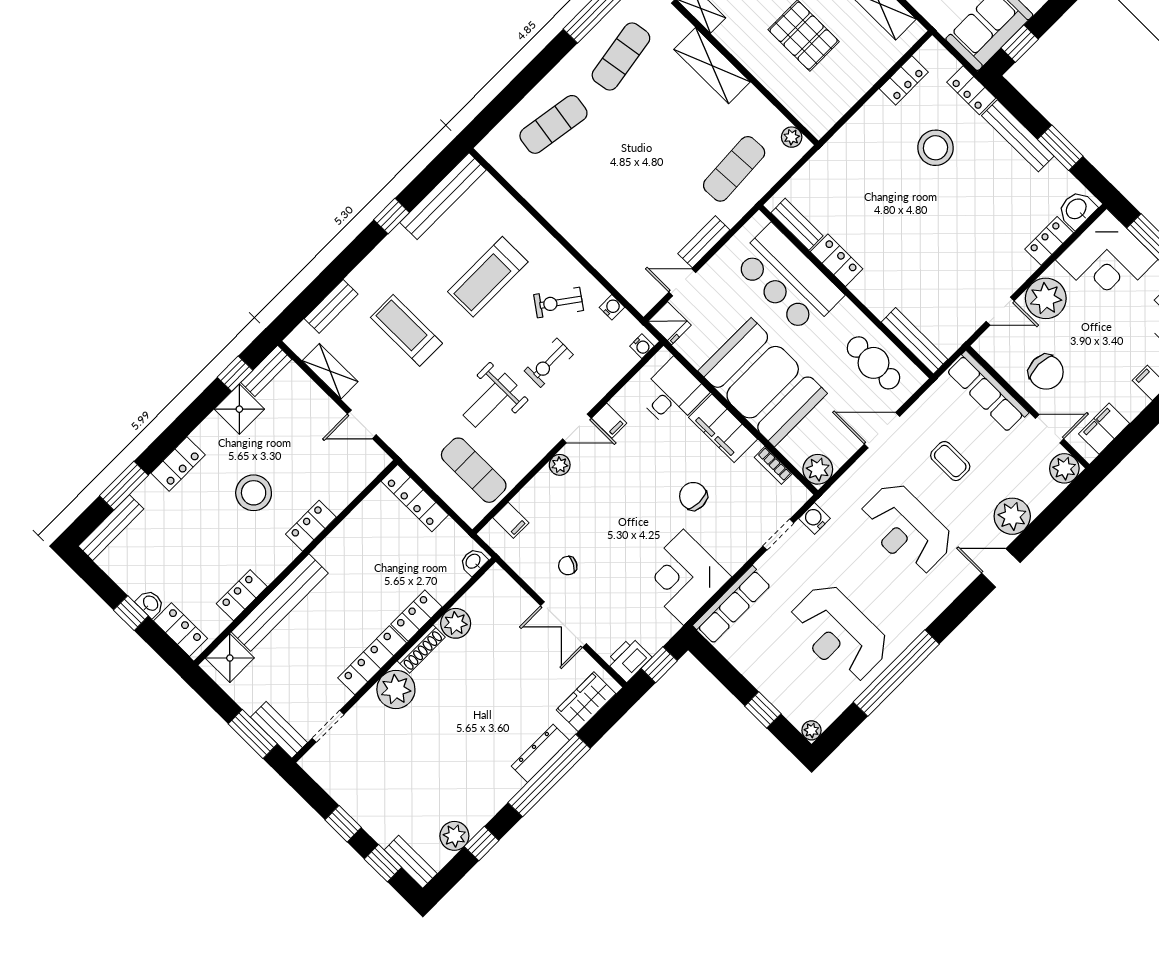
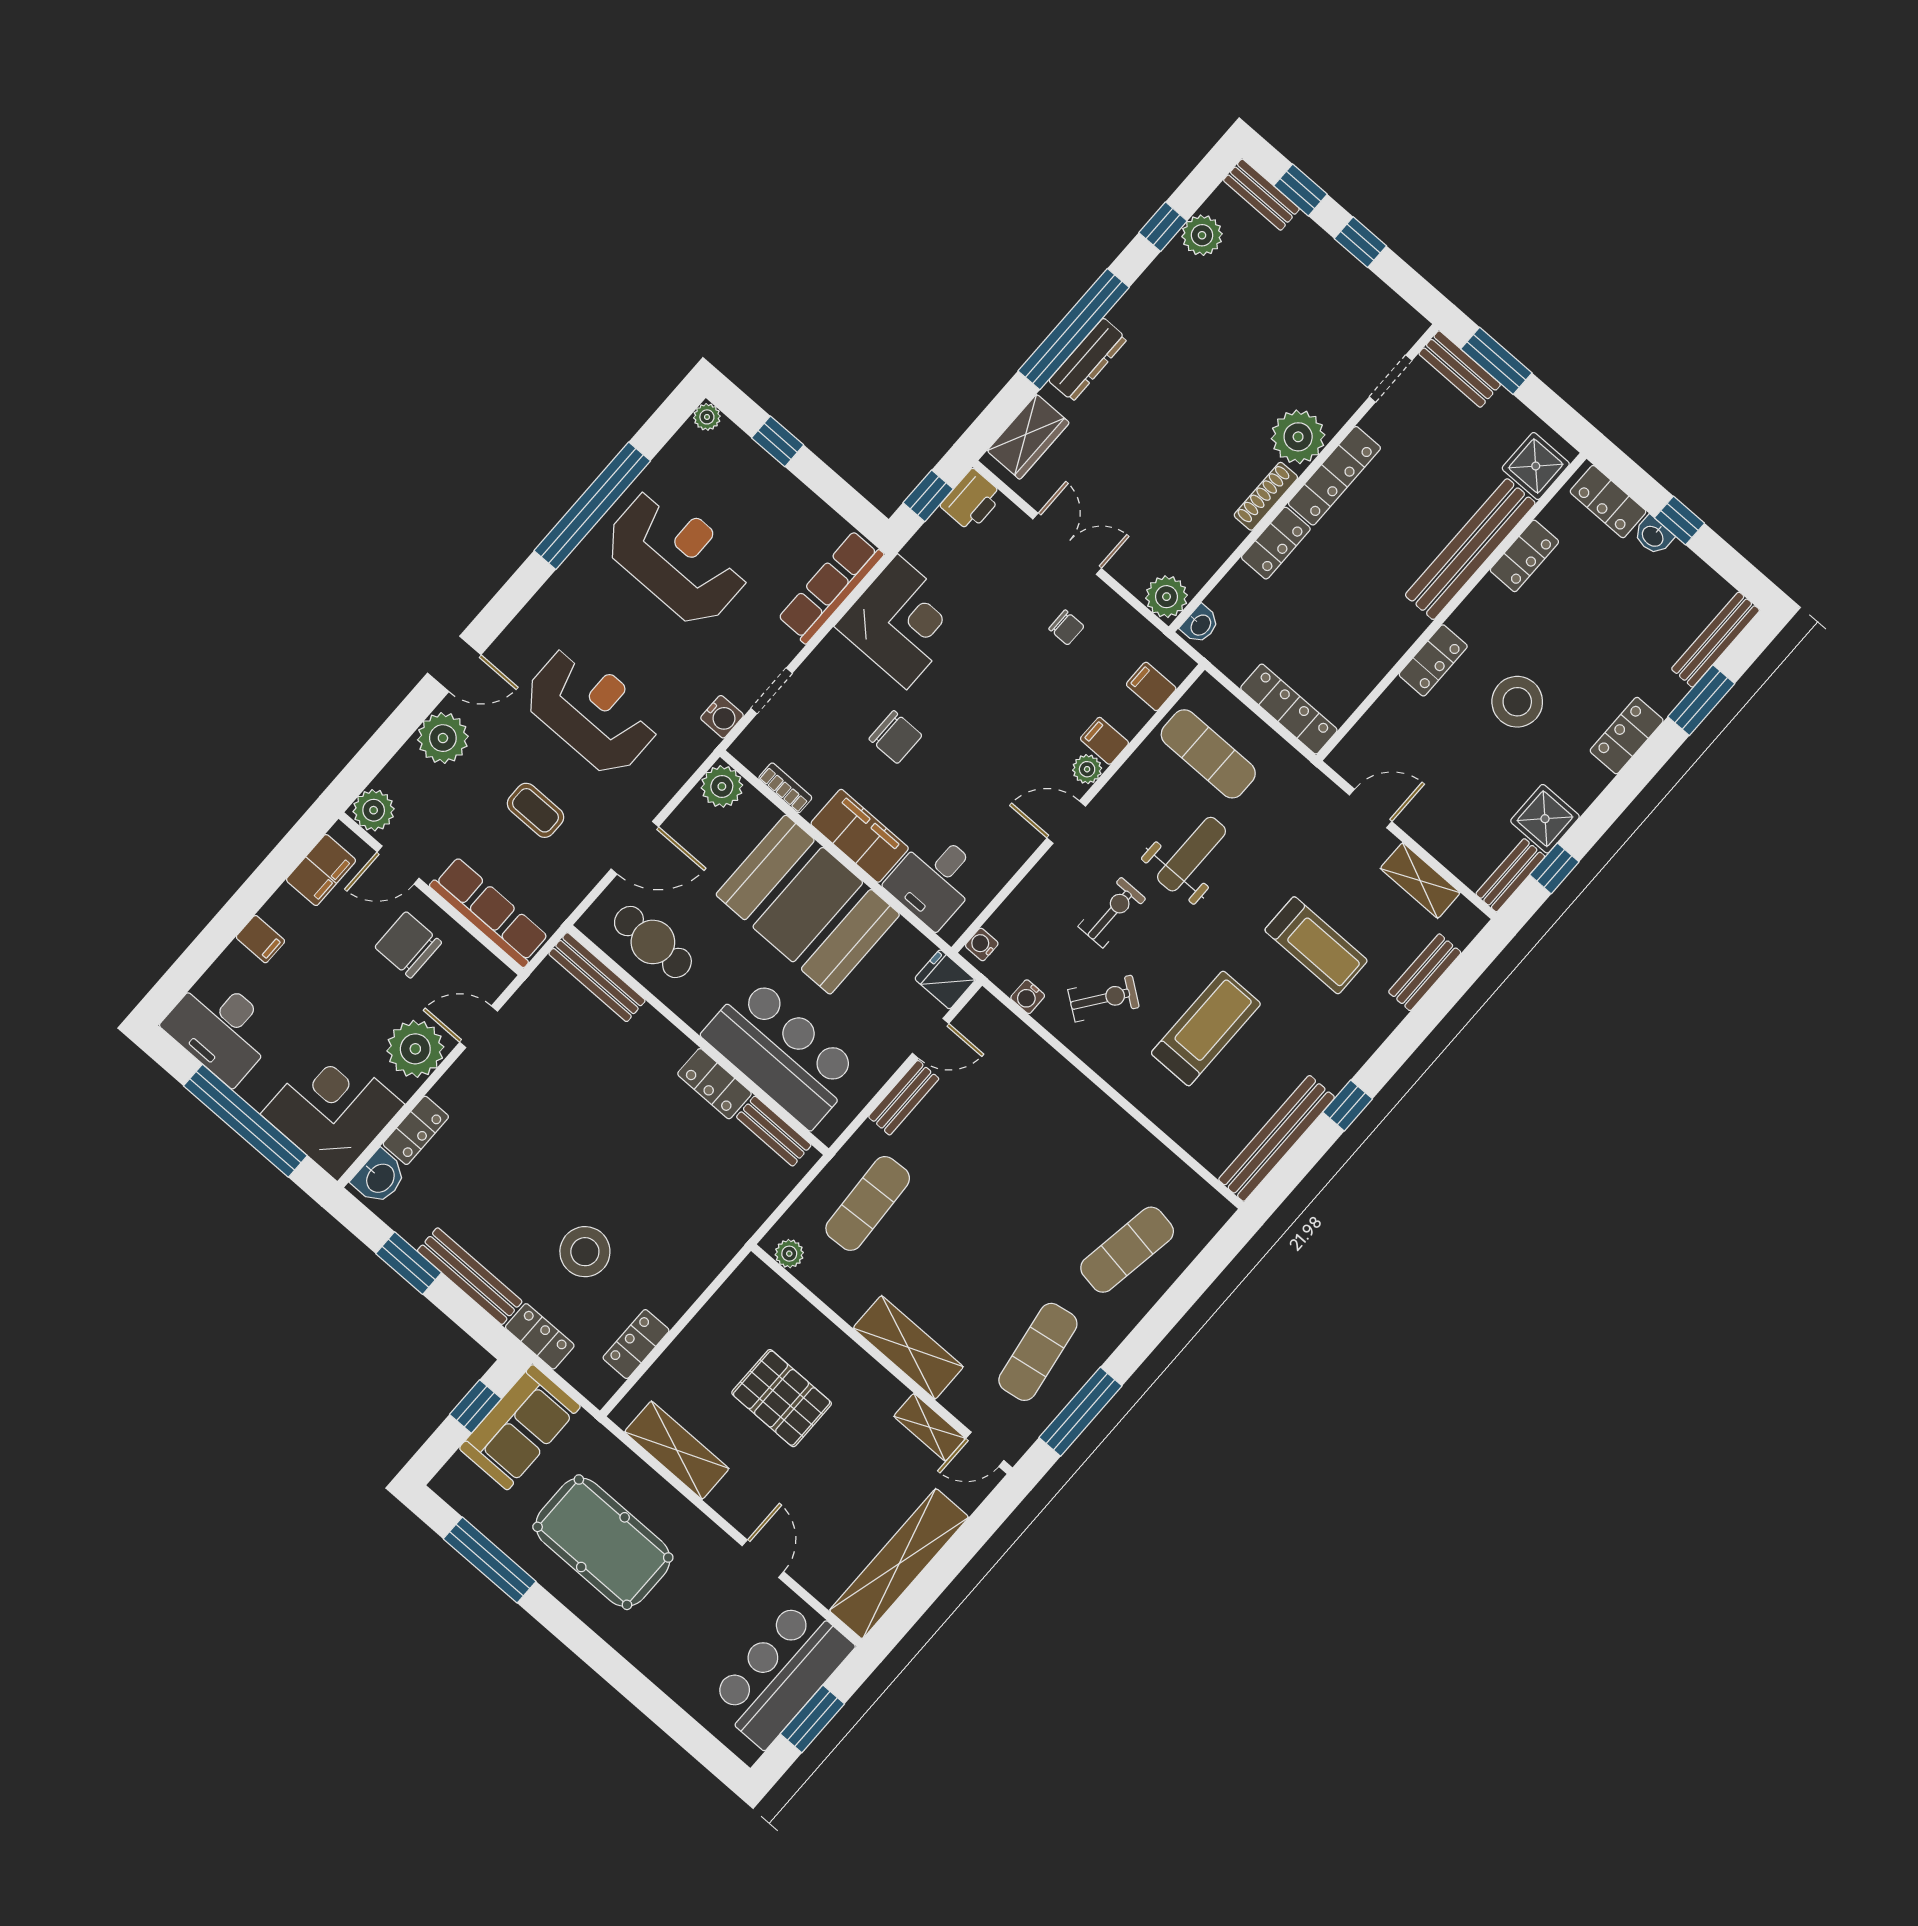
filing cabinet: (609, 421) -> (1104, 741), moved
chair: (568, 566) -> (1067, 628), turned 62
plant: (456, 623) -> (1167, 597), moved

